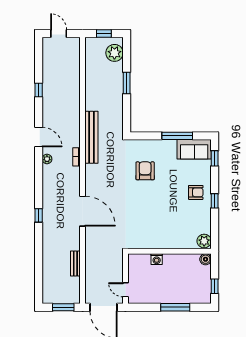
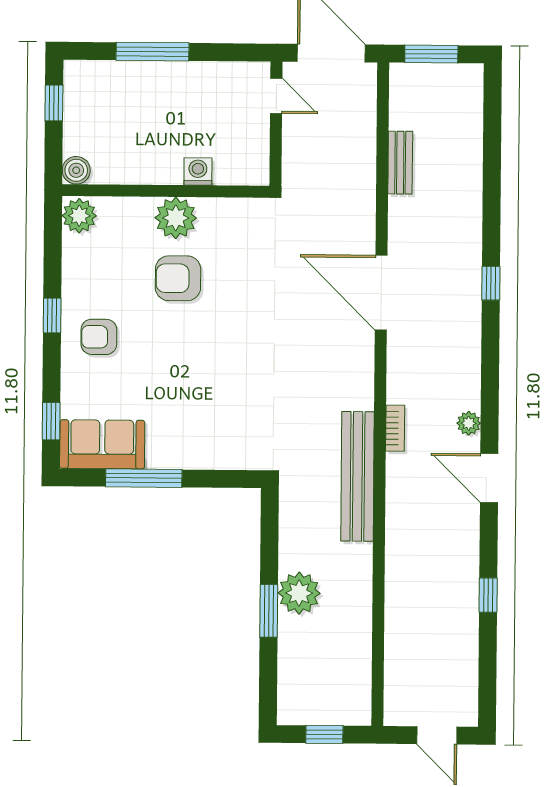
plant: (114, 53) -> (299, 593), moved
armchair: (145, 171) -> (178, 278), moved, turned 90
plant: (165, 240) -> (176, 218), added

